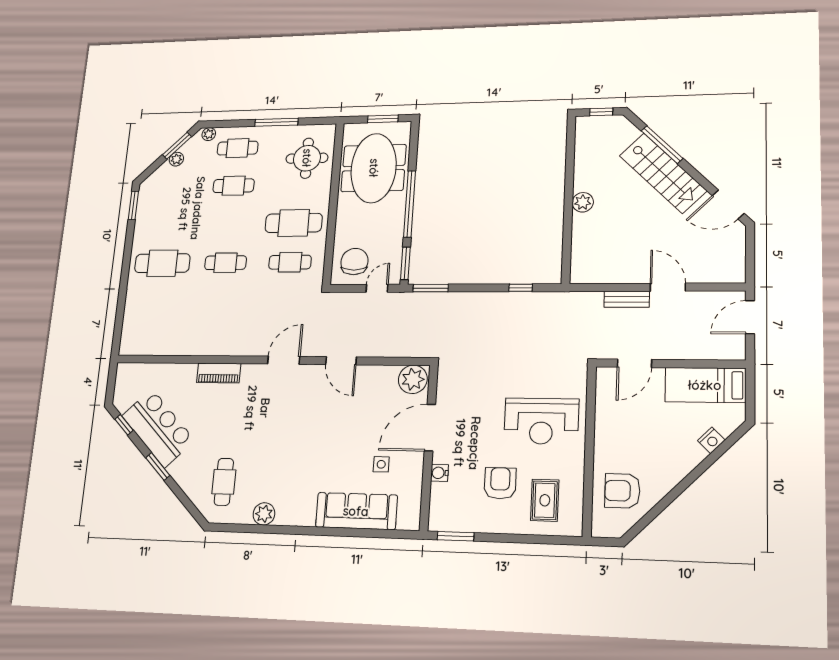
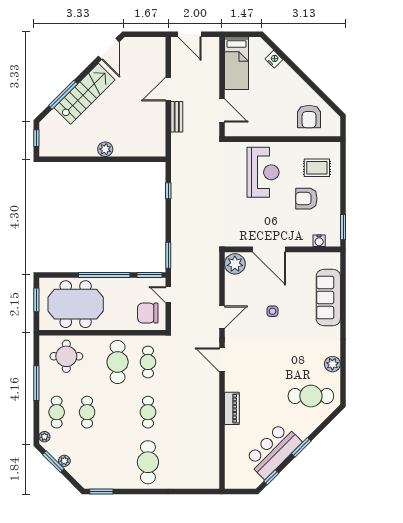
side table: (381, 464) -> (272, 311), moved
water cooler: (439, 473) -> (319, 241), moved
cafe table: (224, 482) -> (311, 396), width x1.37, depth x1.35

